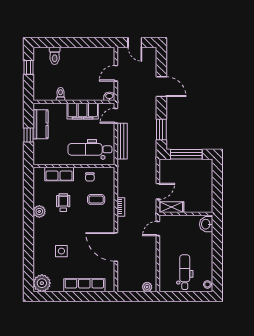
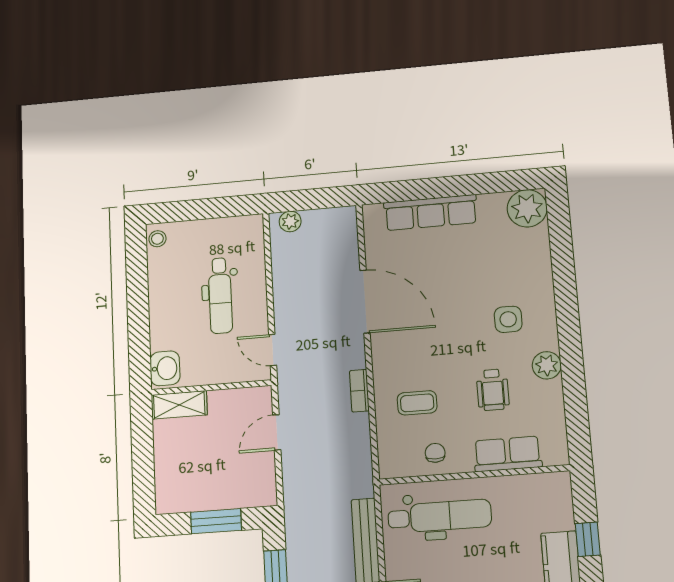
window: (186, 154) -> (216, 521), width x0.69
shelving: (171, 207) -> (179, 405), moved
door: (158, 228) -> (273, 350), swing flipped
side table: (61, 251) -> (508, 319), moved
dental chair: (185, 272) -> (220, 296), moved

